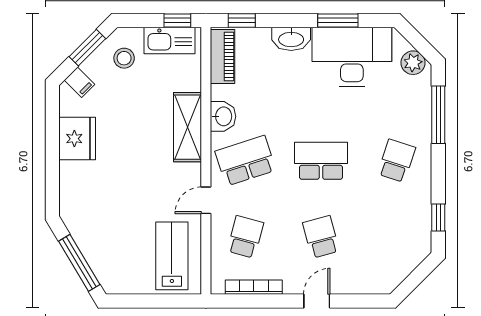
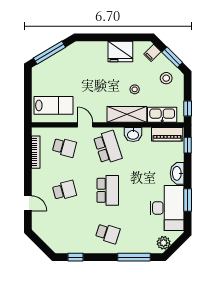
kitchen sink: (170, 40) -> (162, 115), moved, turned 90
stool: (144, 113) -> (135, 89), added
door: (317, 301) -> (28, 203), moved

